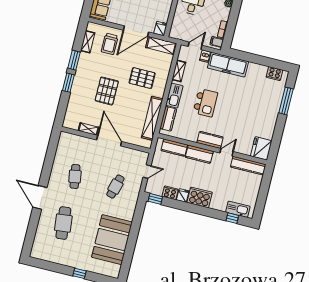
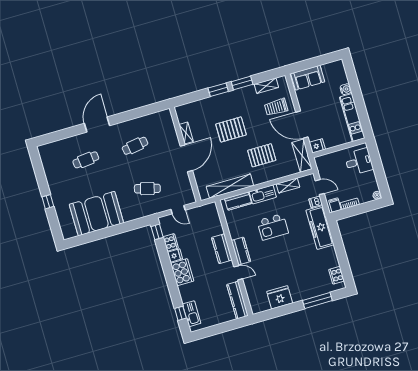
pallet: (142, 78) -> (262, 155), turned 90
kitchen counter: (174, 148) -> (215, 222), removed
fridge: (261, 148) -> (280, 297), moved
cafe table: (63, 223) -> (86, 160), width x0.73, depth x0.74

